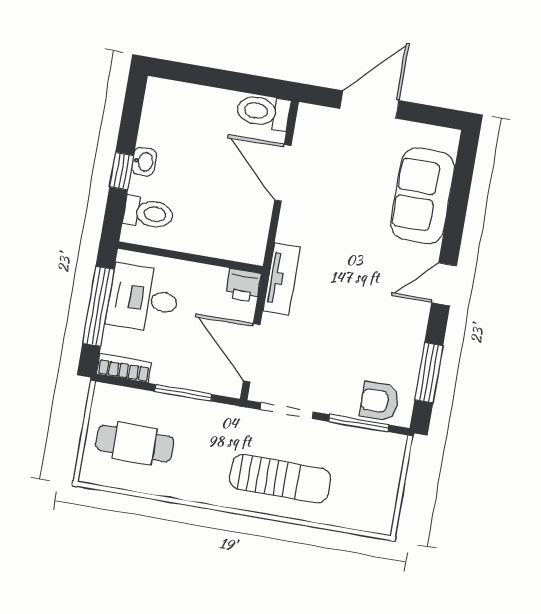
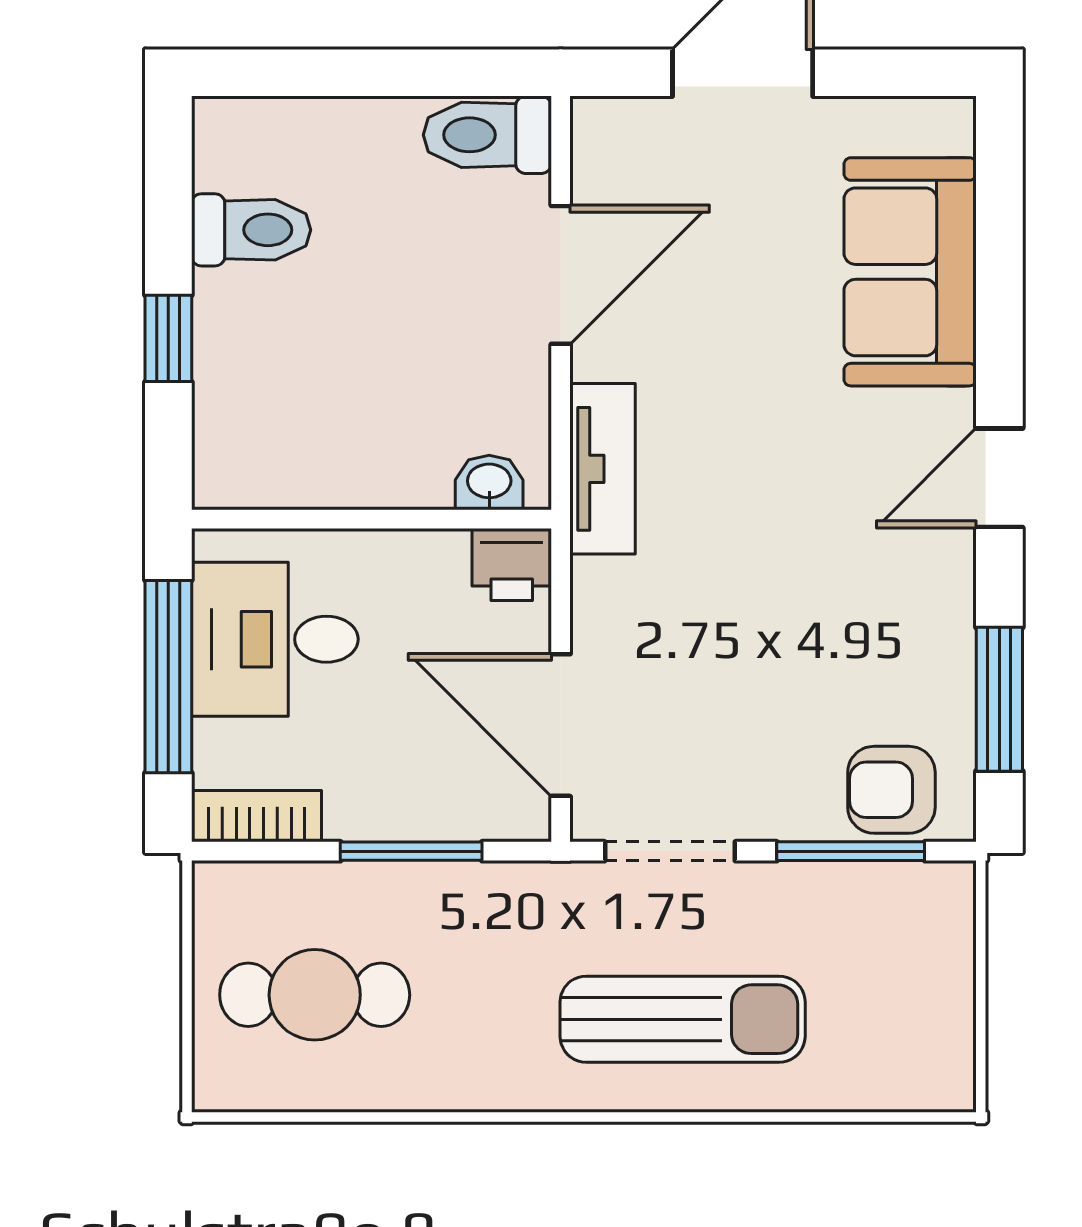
washbasin: (144, 162) -> (489, 483), moved, turned -90
door: (283, 173) -> (561, 275), swing flipped
toilet: (148, 213) -> (251, 230), moved
tv unit: (282, 279) -> (603, 469), moved

